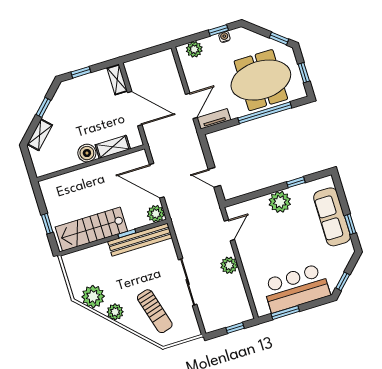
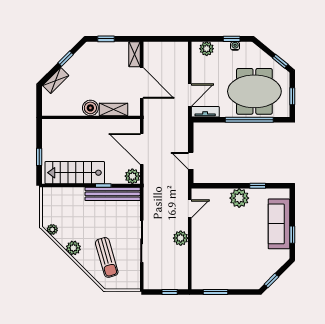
bar counter: (296, 288) -> (231, 274), removed
plant: (93, 297) -> (52, 229), width x0.53, depth x0.53

